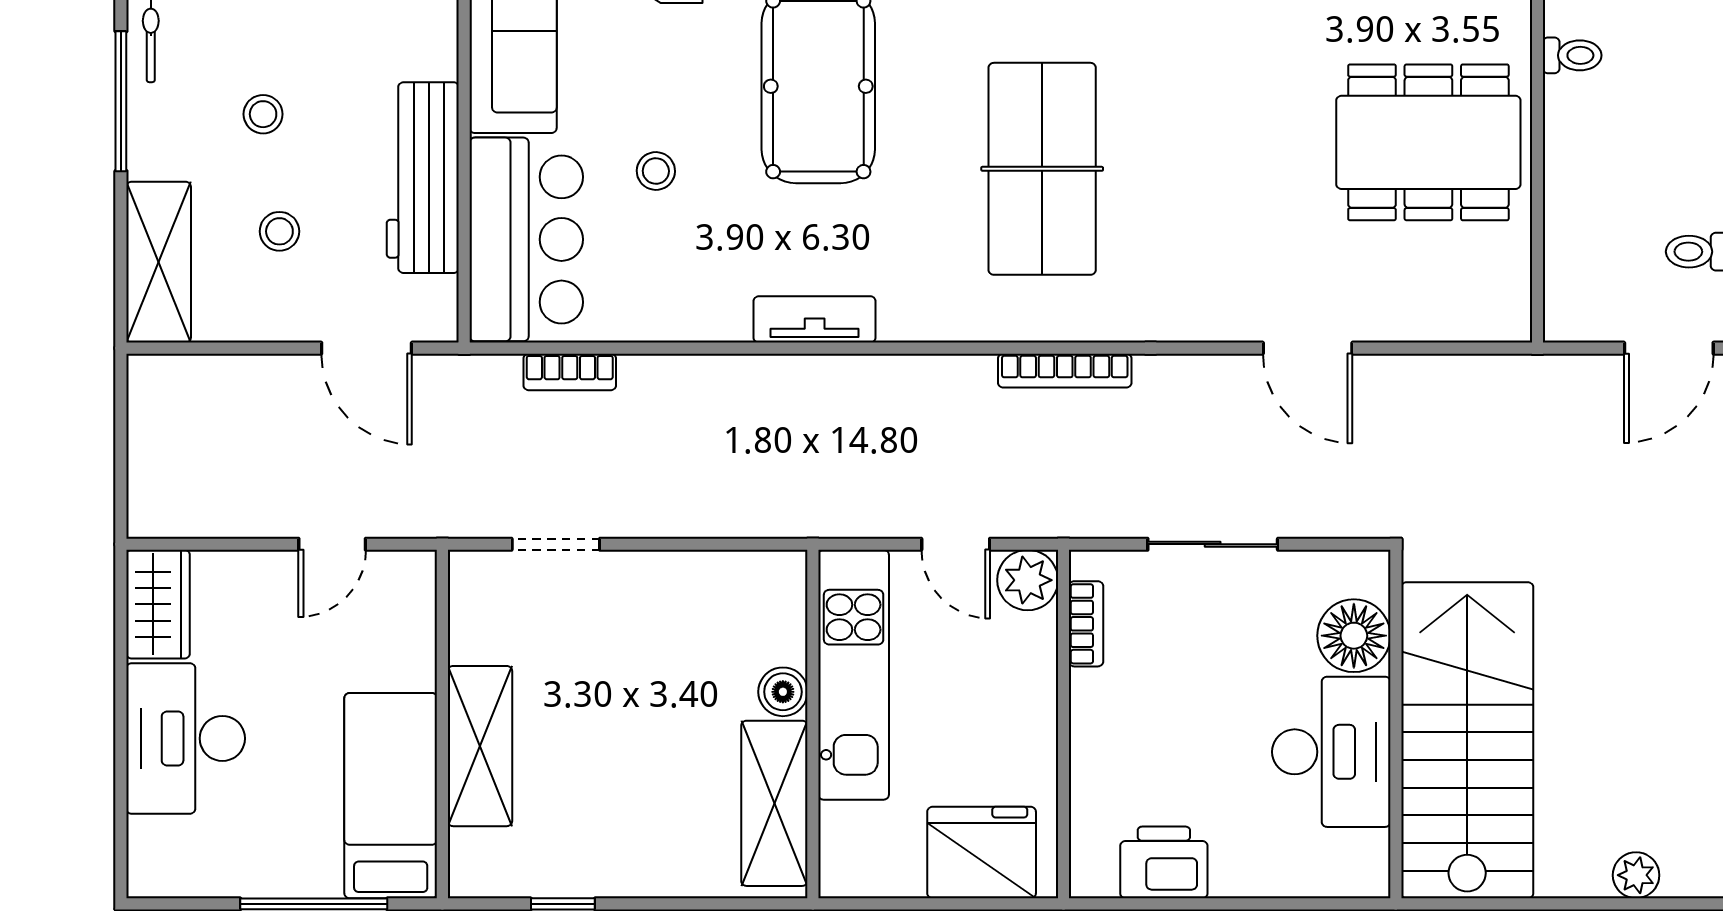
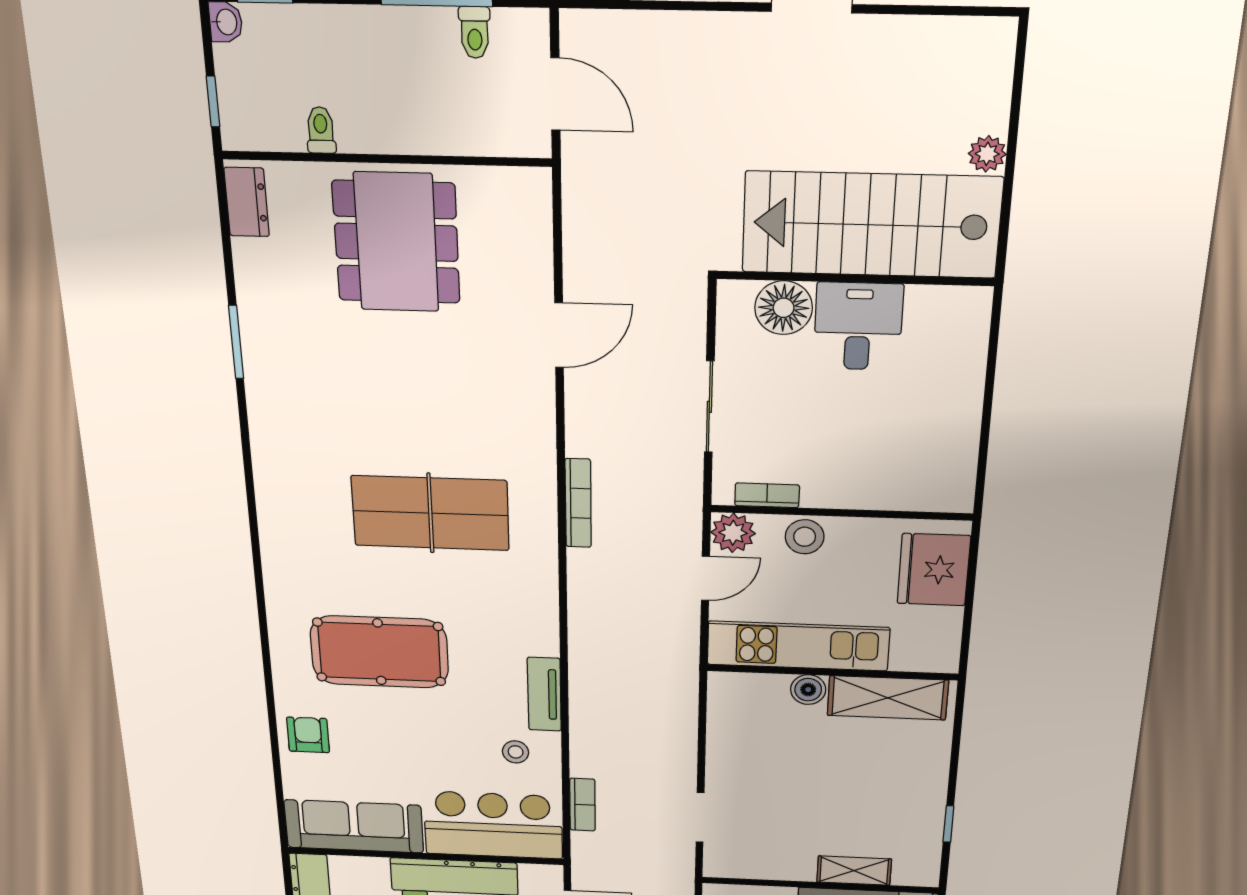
stool: (656, 171) -> (516, 752), moved
tv unit: (815, 319) -> (544, 694), moved
door: (1669, 348) -> (555, 94), moved
stool: (1025, 676) -> (805, 537), added
shelving: (480, 746) -> (854, 871), width x0.67, depth x0.75
desk: (1331, 752) -> (858, 326), width x0.73
printer: (1164, 862) -> (952, 448), removed
plant: (1636, 875) -> (987, 154), moved

